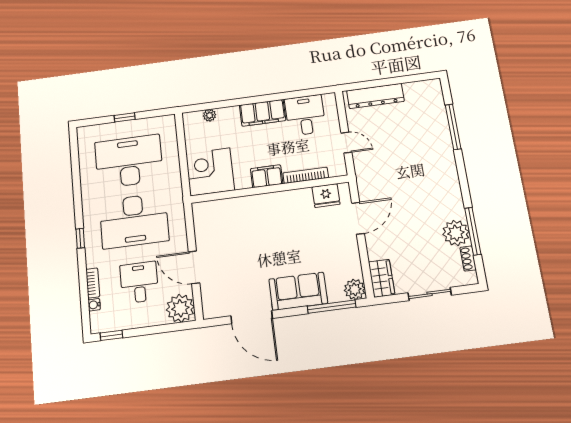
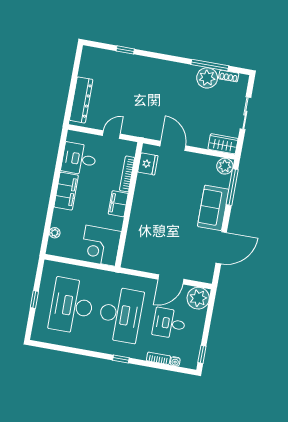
window: (453, 127) -> (125, 50), width x0.46

